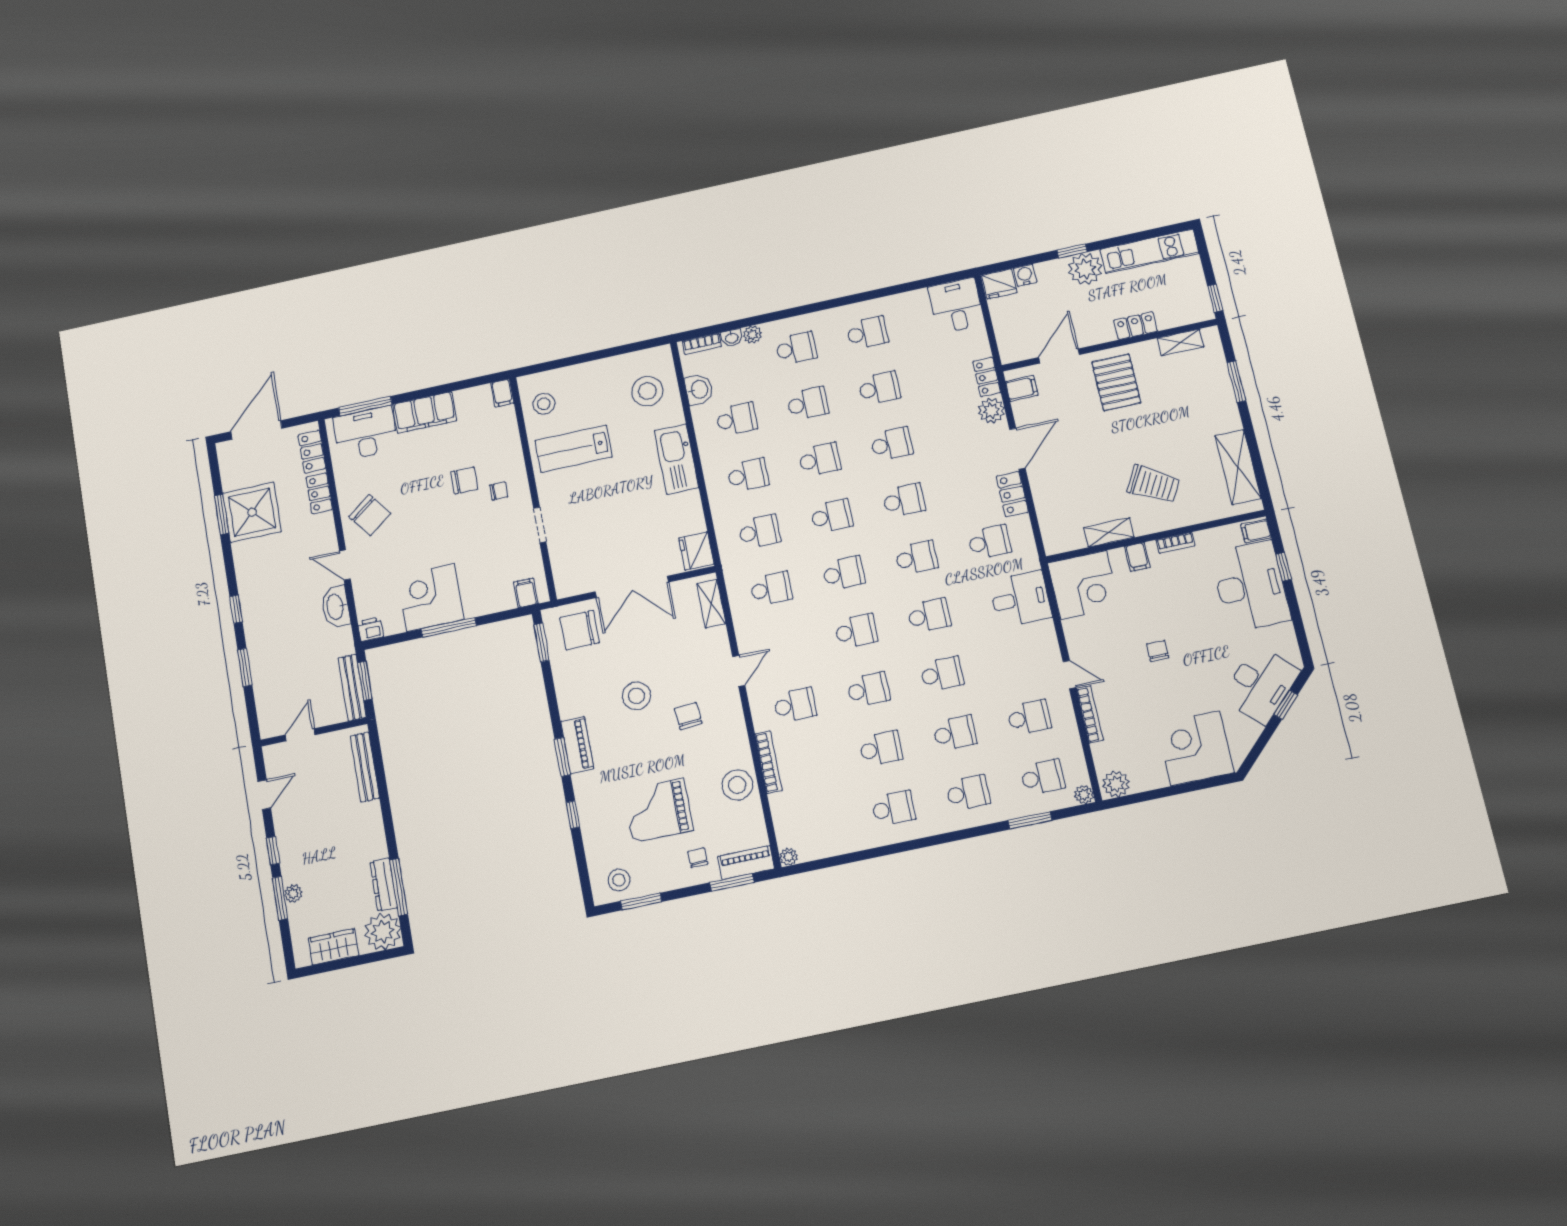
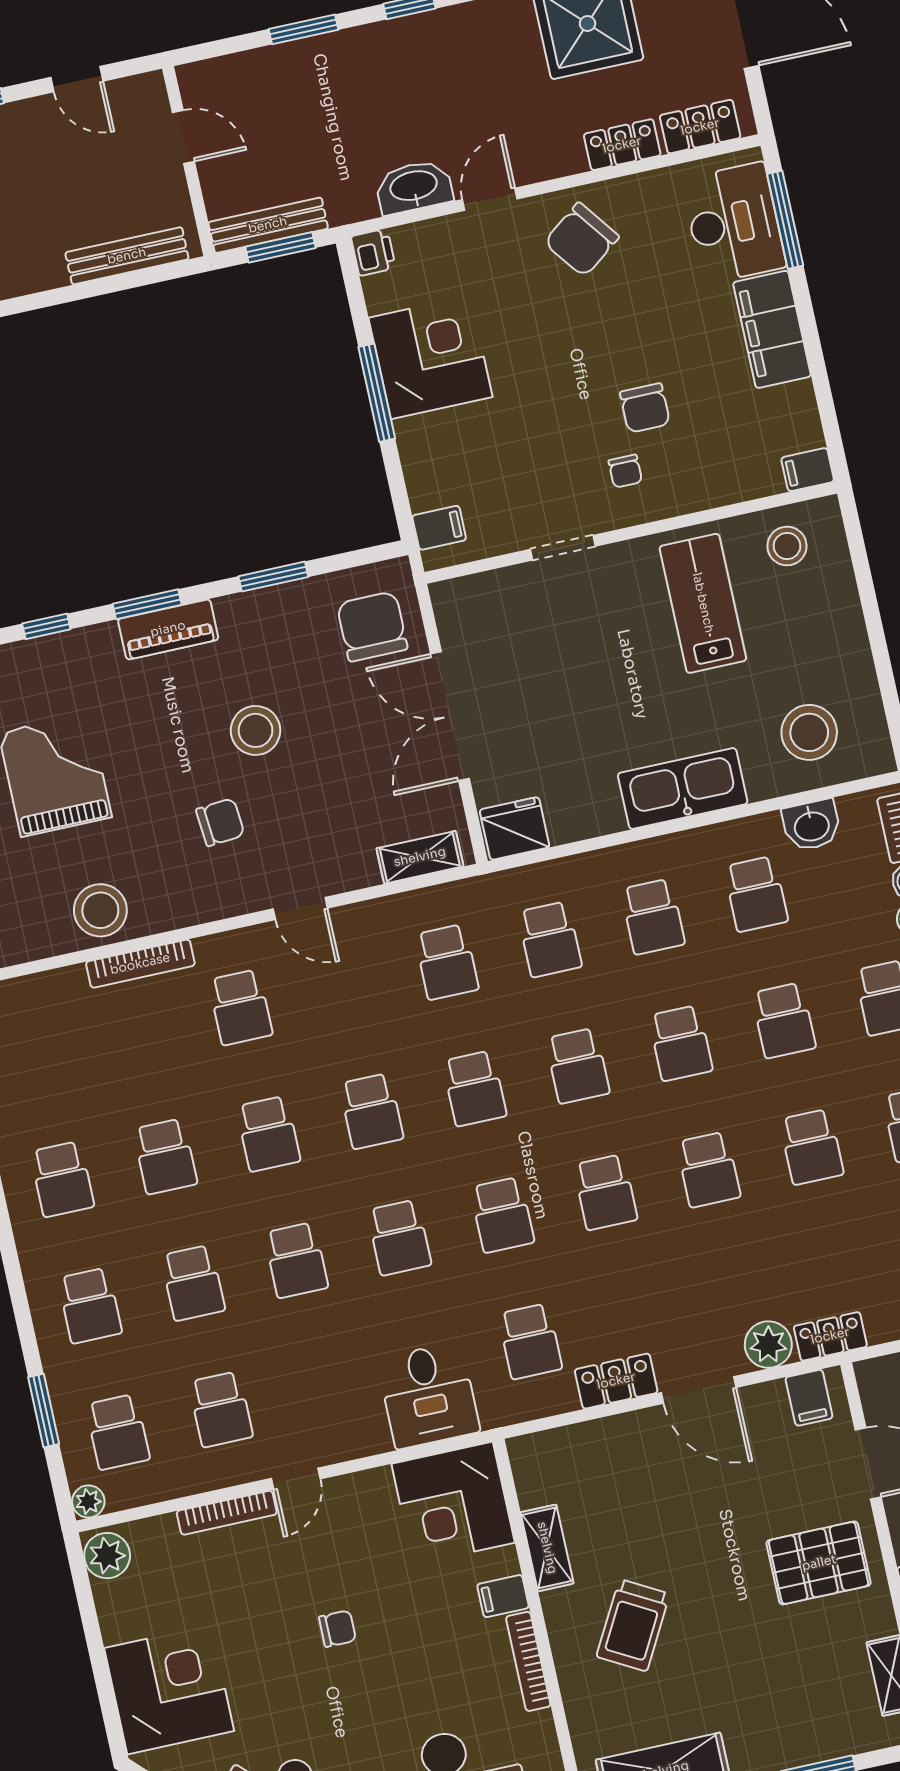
bookcase: (1175, 543) -> (528, 1661), width x1.56
window: (542, 642) -> (273, 577), moved

